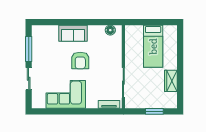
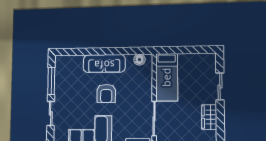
sofa: (73, 33) -> (104, 64), width x1.36
bed: (153, 46) -> (167, 77), moved
sliding door: (180, 55) -> (220, 87), added

